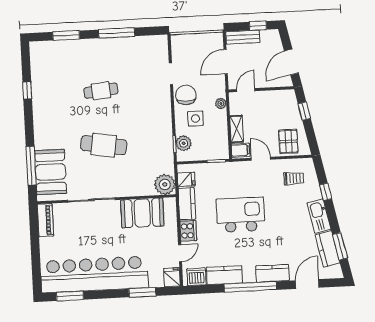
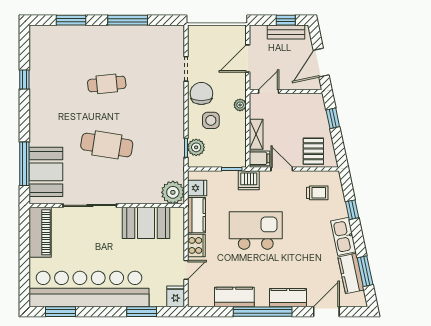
bench: (243, 37) -> (286, 32), moved
piano: (45, 220) -> (40, 232), width x1.37, depth x1.33
dishwasher: (196, 277) -> (249, 180), moved, turned 180

